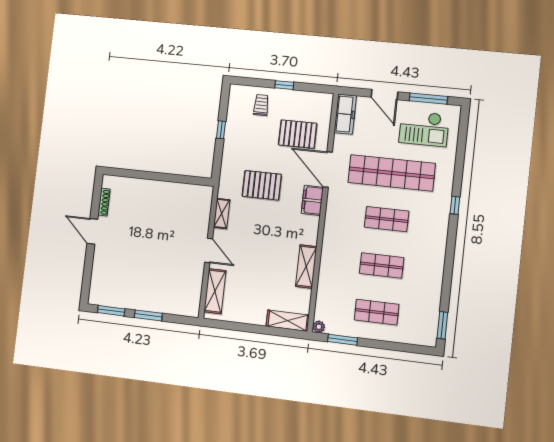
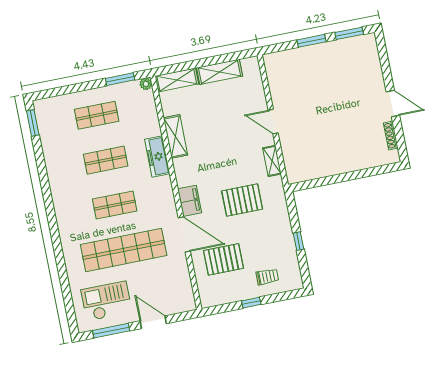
trolley: (261, 105) -> (267, 277), turned -90
freezer: (345, 114) -> (157, 157), moved
window: (455, 205) -> (56, 238), removed
shelving: (215, 291) -> (220, 72), moved, turned 90

